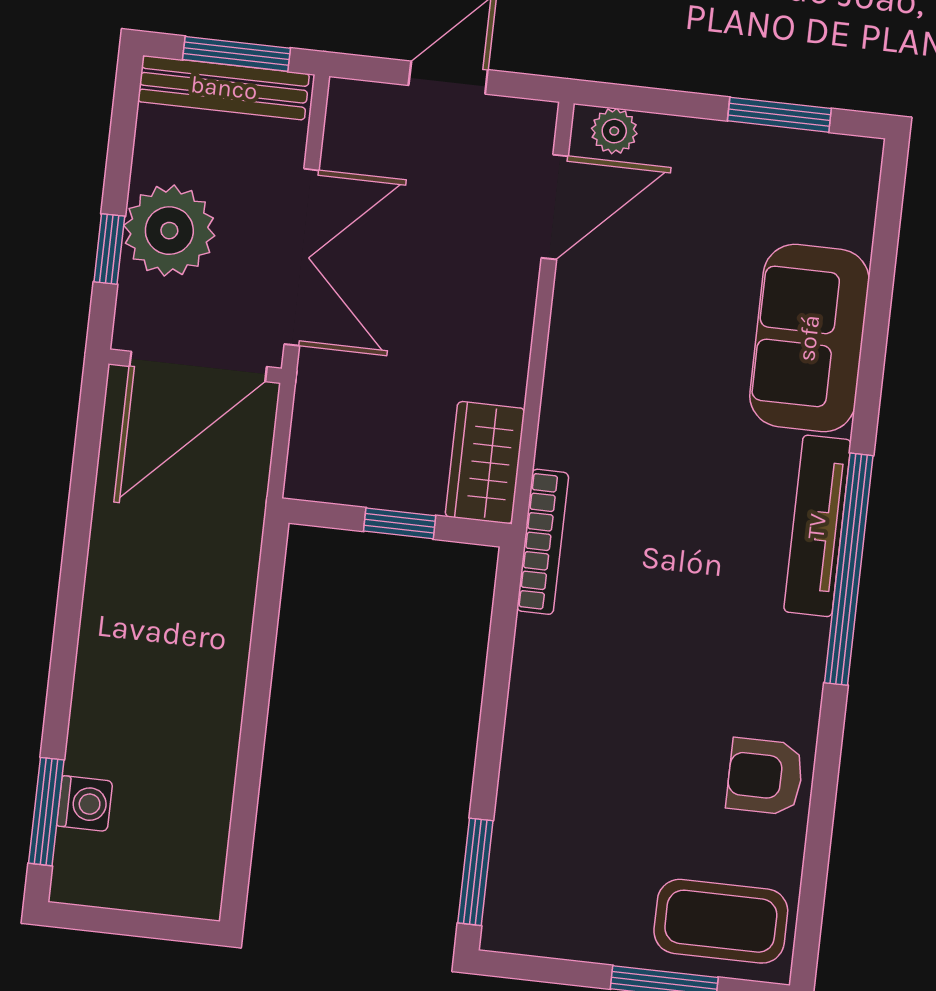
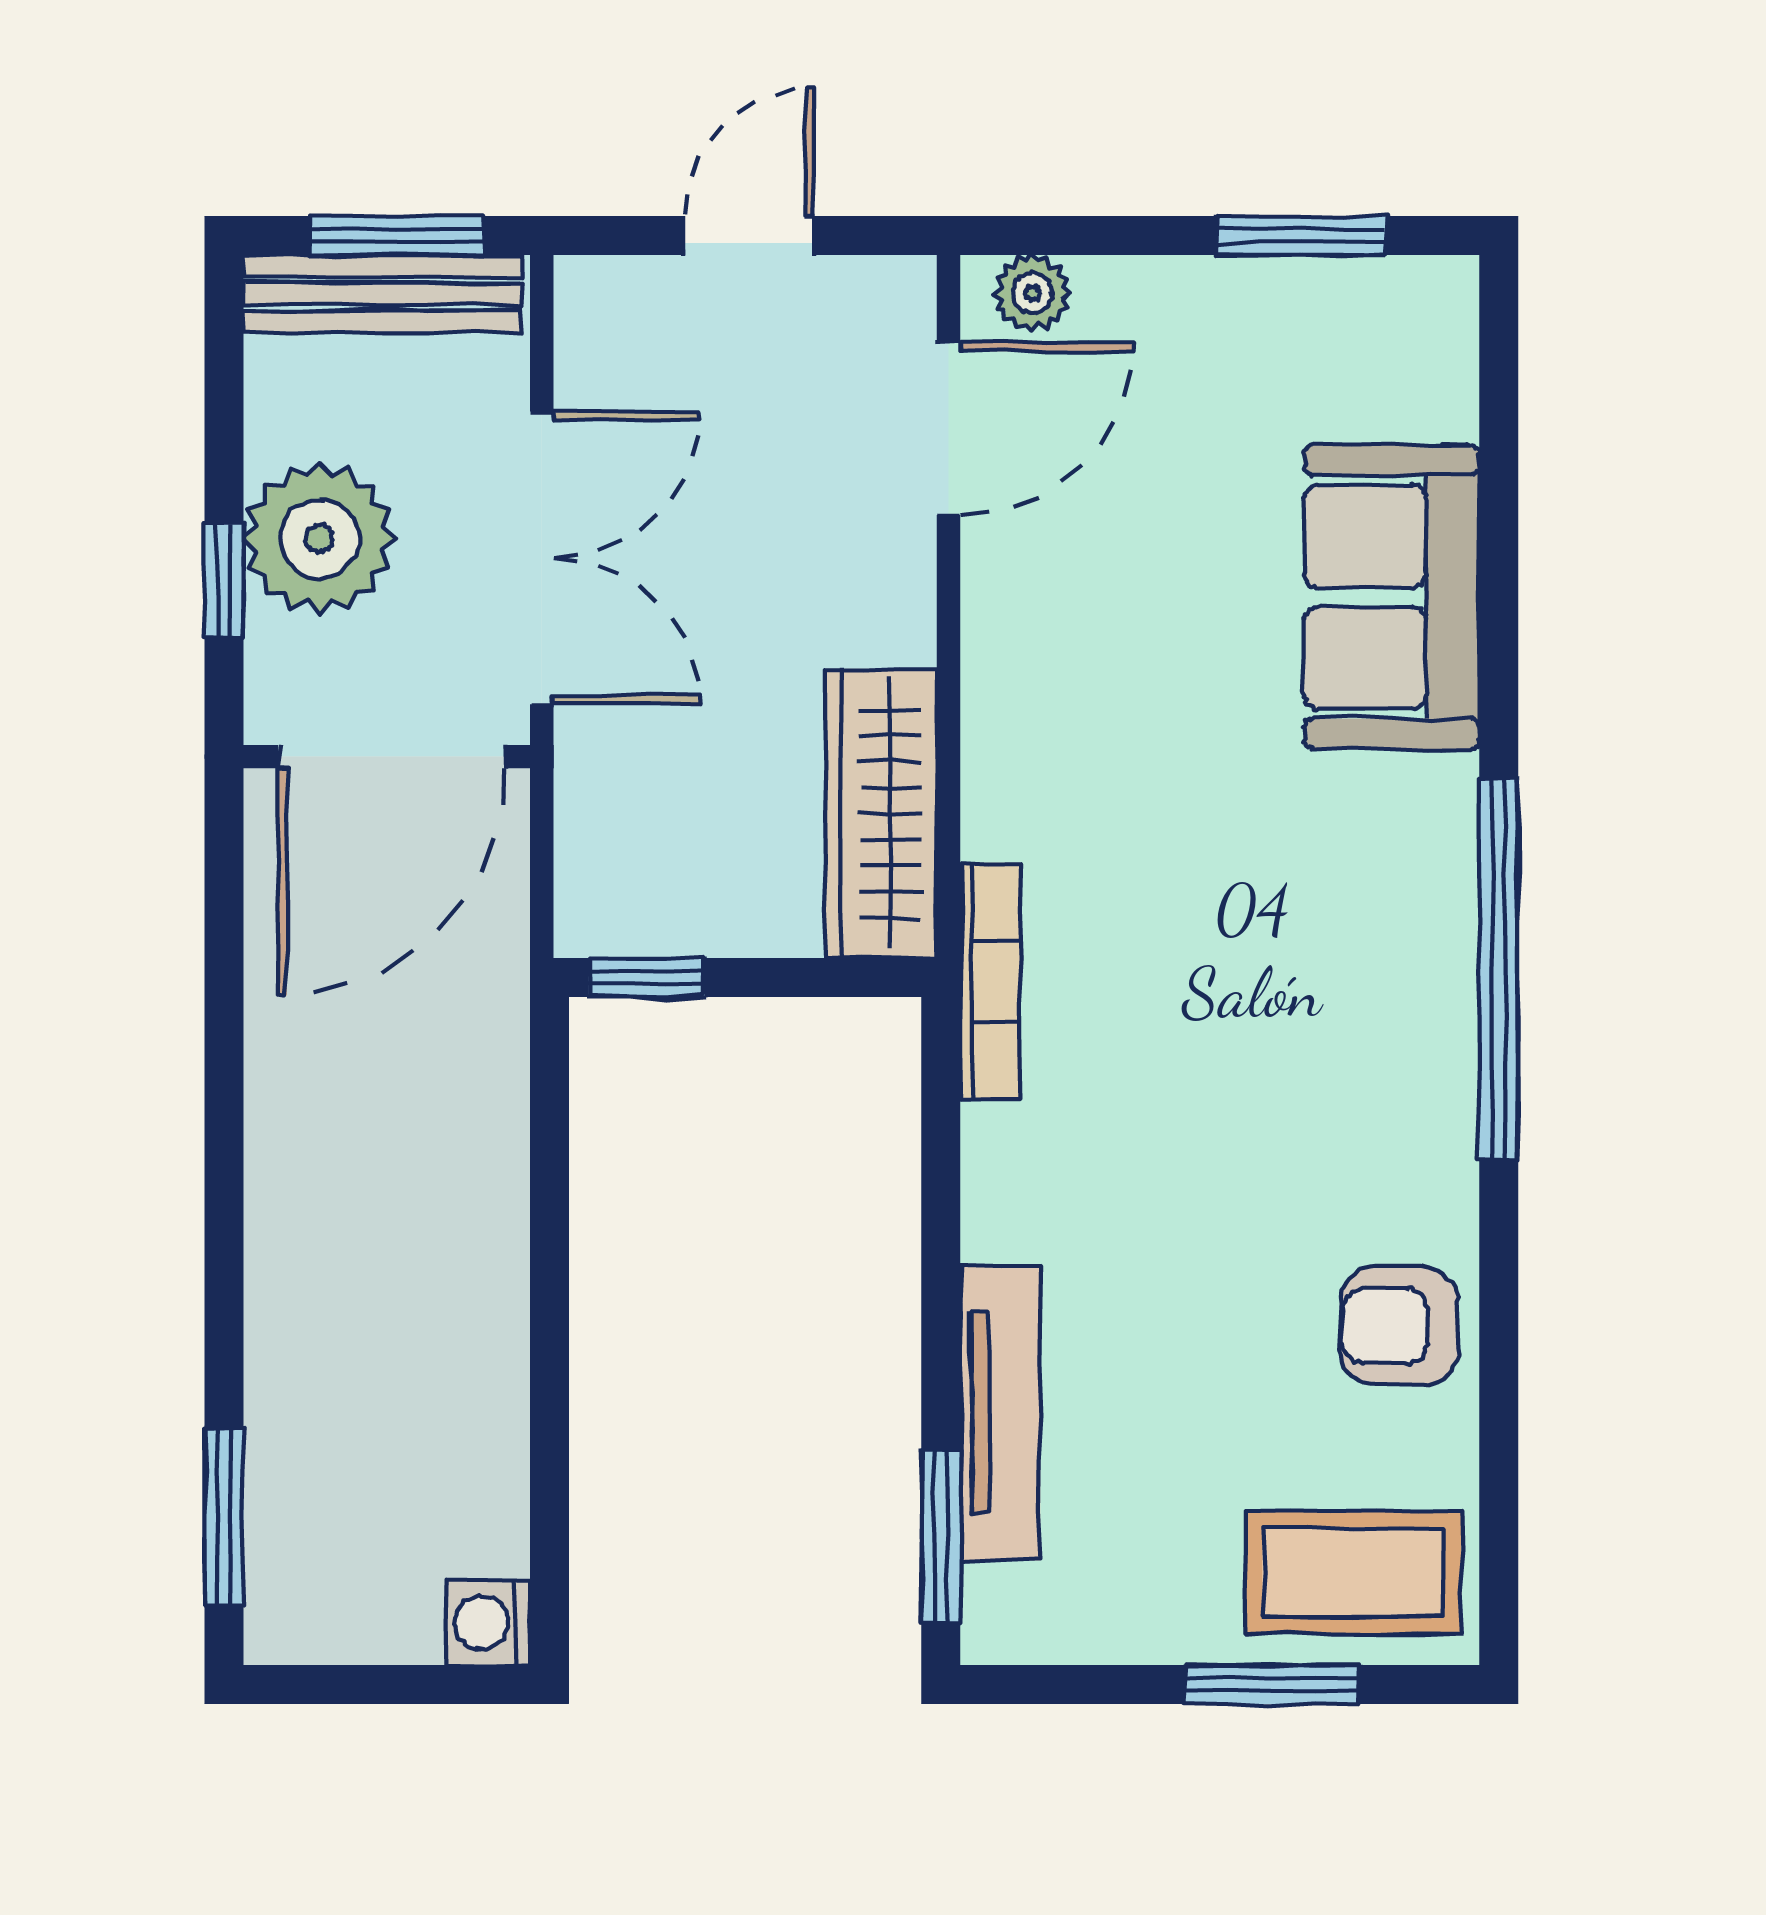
wardrobe: (485, 463) -> (881, 813), width x1.50
window: (400, 523) -> (647, 977), moved
tv unit: (817, 526) -> (1000, 1413), moved, turned 180
washing machine: (85, 804) -> (488, 1623), moved, turned 180

